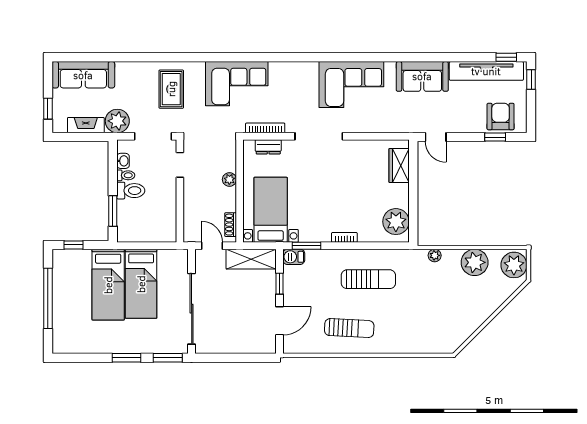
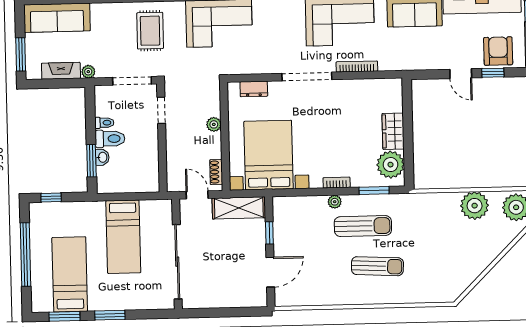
window: (48, 109) -> (21, 54), width x1.50
plant: (117, 121) -> (88, 72), width x0.53, depth x0.53
bookcase: (265, 128) -> (357, 67), moved
door: (436, 137) -> (461, 74), moved
washbasin: (123, 161) -> (102, 157), moved
wardrobe: (399, 165) -> (393, 131), moved
bed with nightstands: (271, 210) -> (269, 155), width x1.36
window: (306, 246) -> (374, 190), moved
plant: (435, 255) -> (335, 202), moved
barbecue: (294, 257) -> (284, 204), removed
bed: (108, 285) -> (70, 274), moved, turned 180
sun lounger: (349, 328) -> (377, 266), moved
window: (168, 358) -> (64, 316), moved

